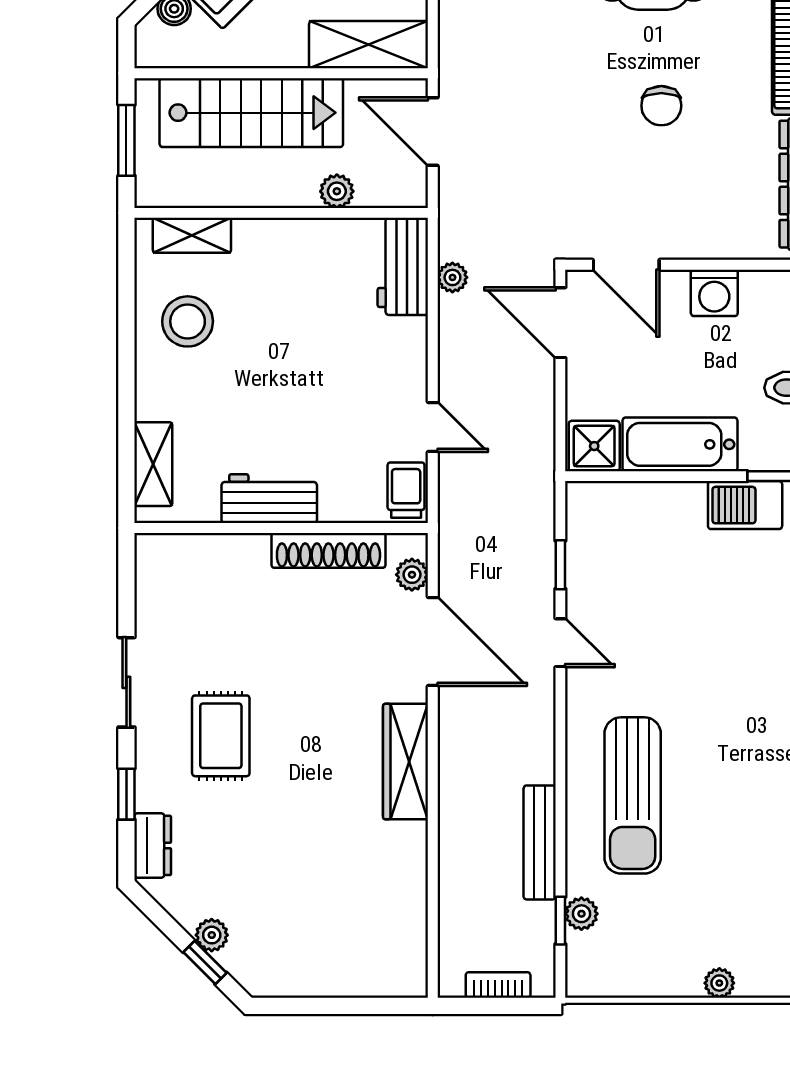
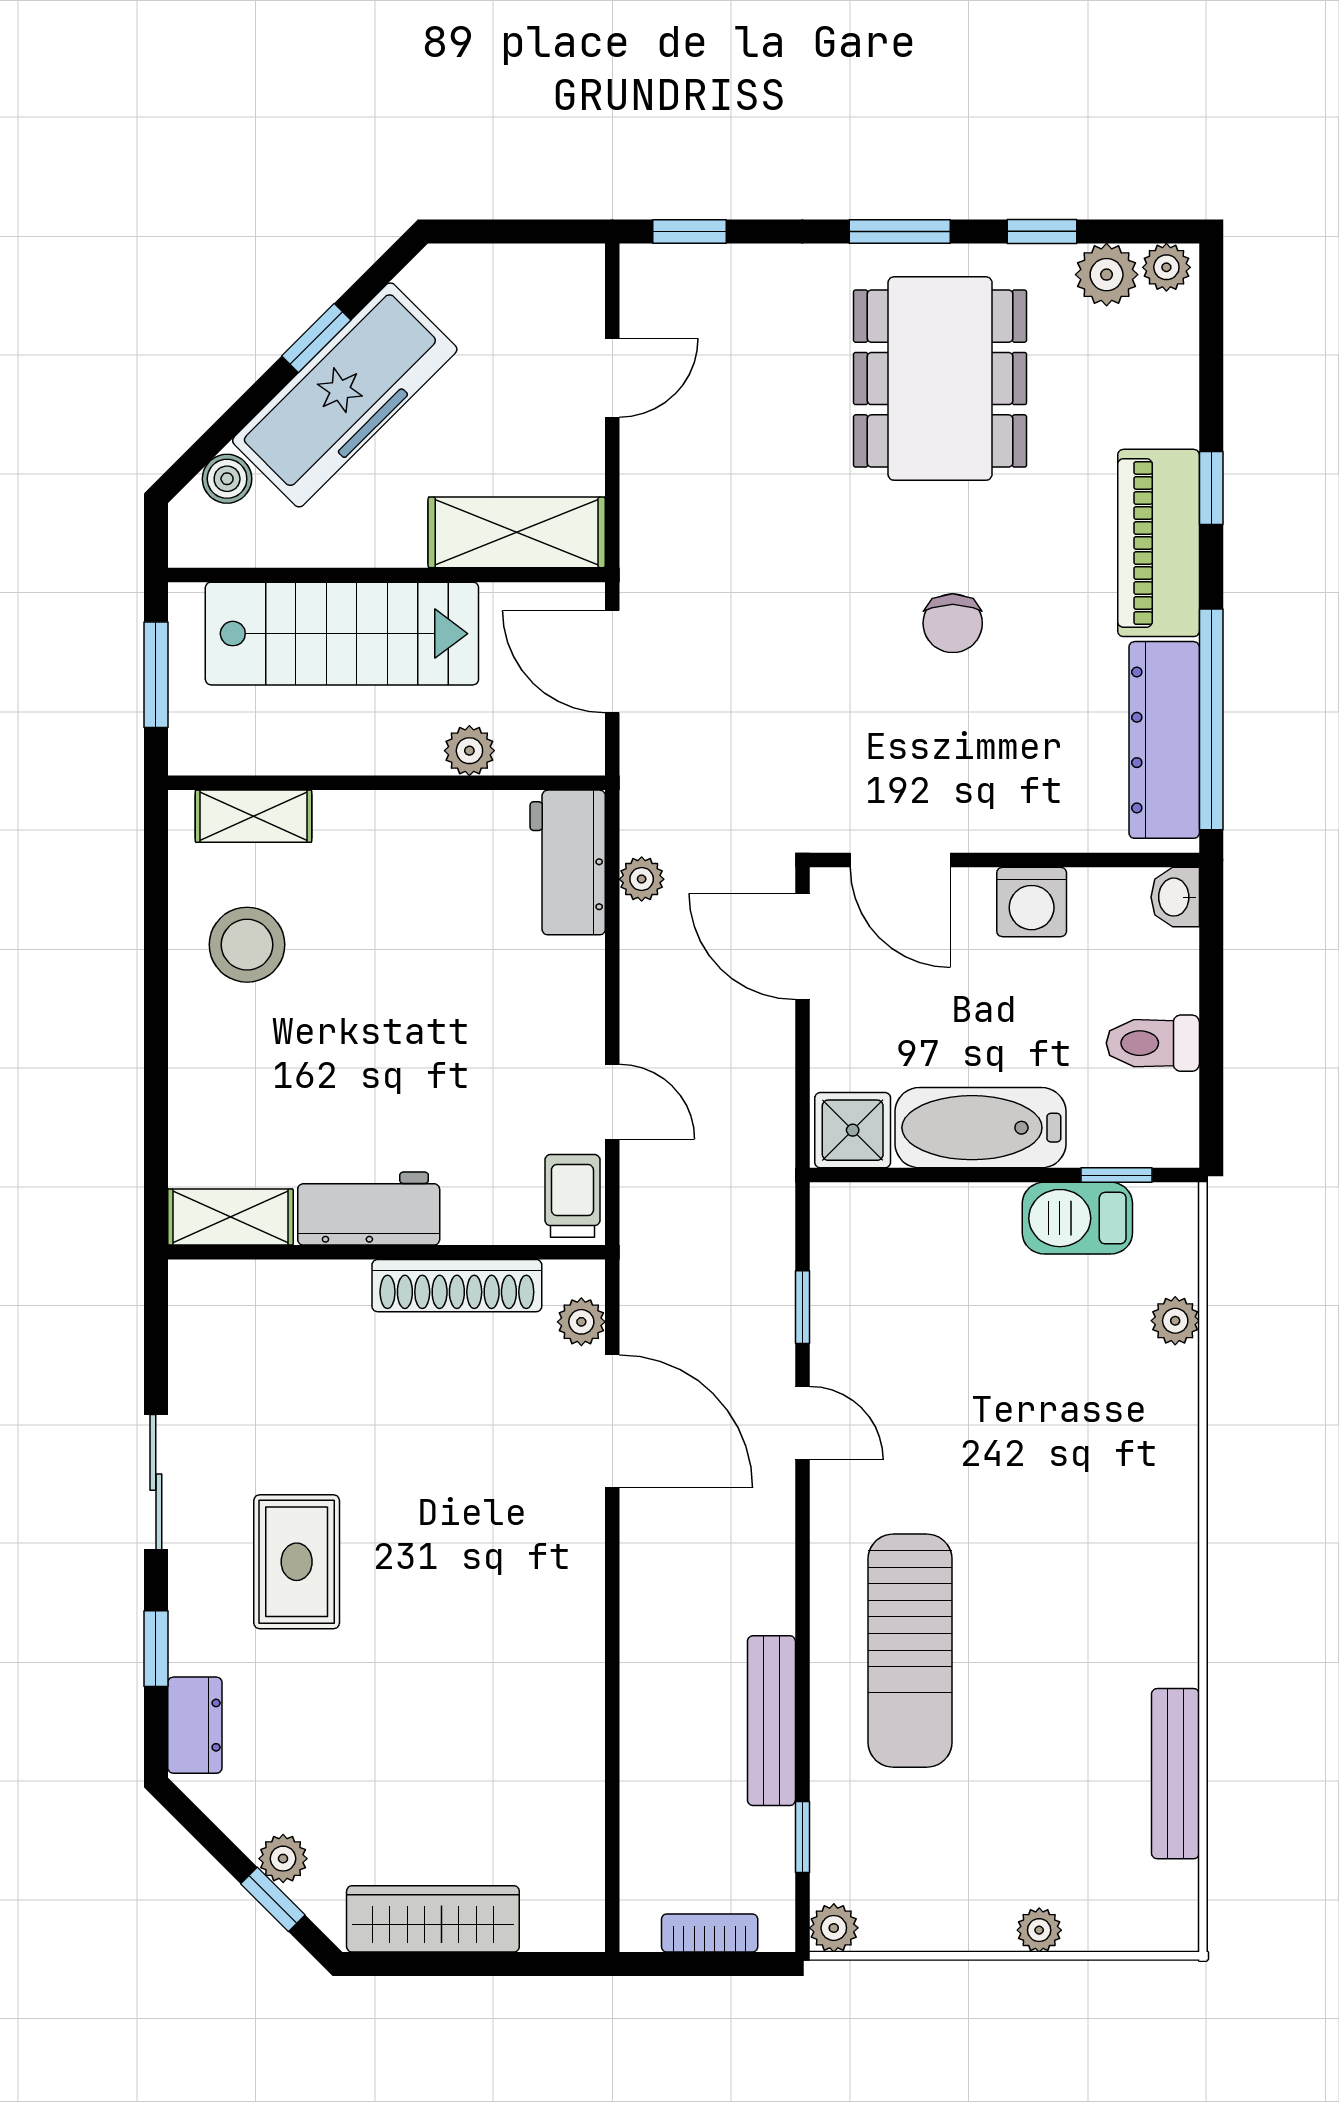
shelving: (153, 464) -> (230, 1217), moved, turned 90
wardrobe: (406, 762) -> (433, 1919), moved, turned 90
plant: (581, 914) -> (834, 1928), moved

